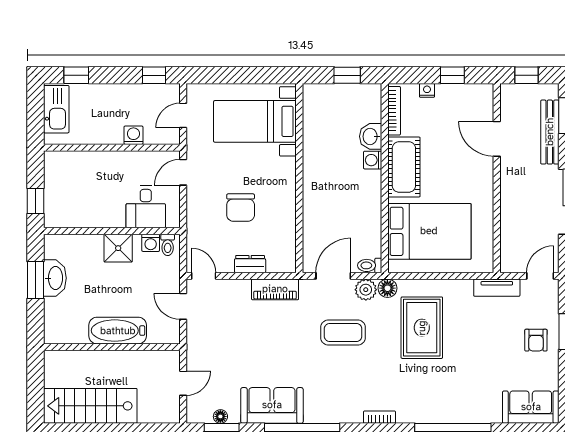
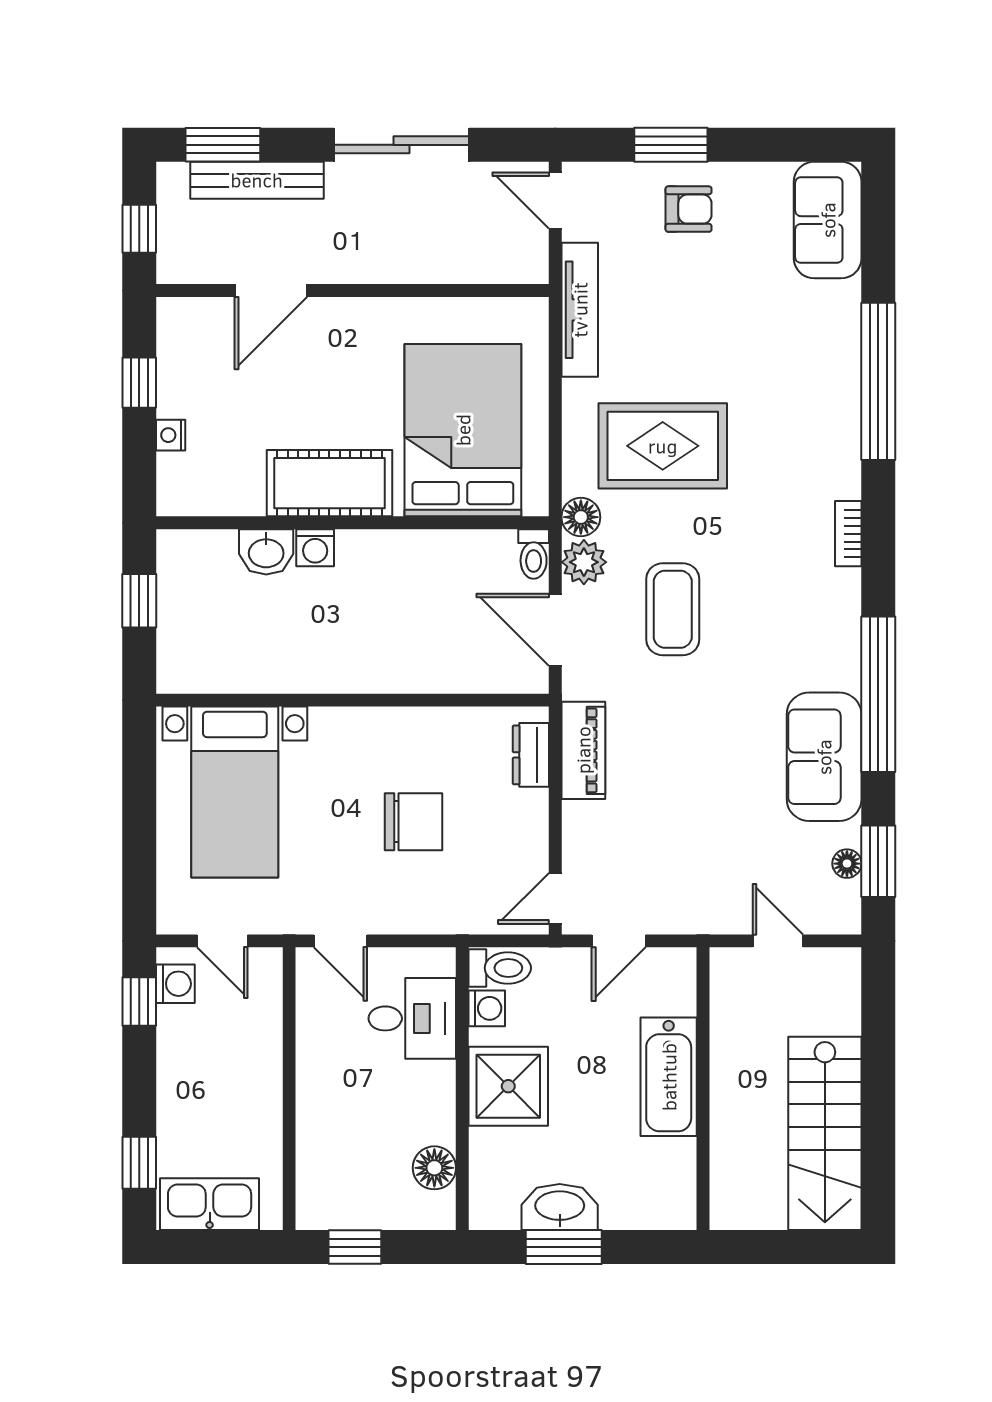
bookcase: (394, 111) -> (213, 503), removed
washing machine: (133, 135) -> (175, 984), moved, turned 180
window: (36, 201) -> (355, 1247), moved
floor lamp: (74, 218) -> (434, 1168), added
toilet: (168, 245) -> (500, 968), width x1.37, depth x1.39
shower: (118, 248) -> (508, 1086), width x1.36, depth x1.36
dresser: (250, 264) -> (531, 755), moved
tv unit: (497, 288) -> (580, 310), width x1.41

